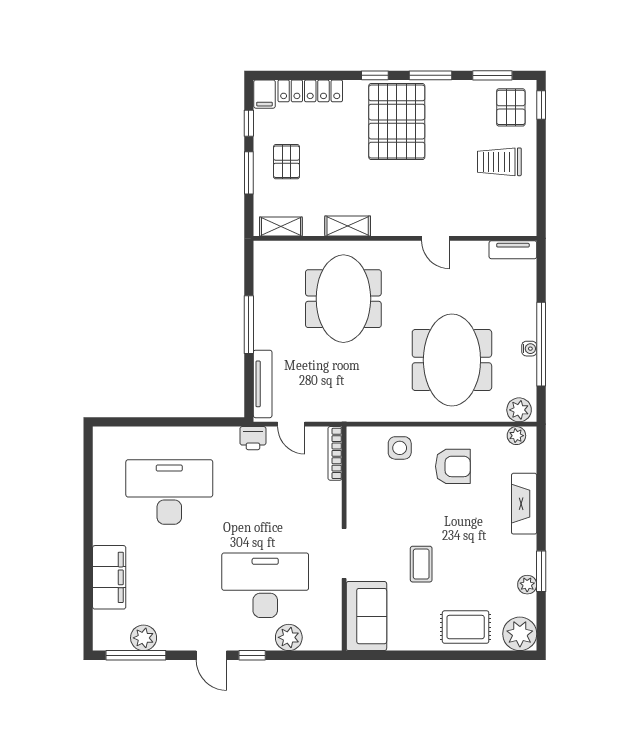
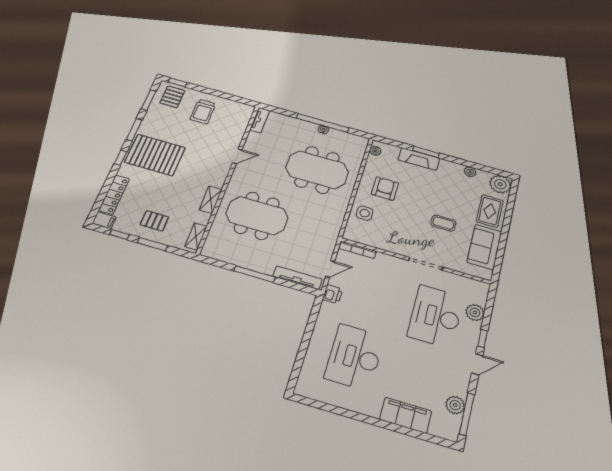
pallet: (511, 107) -> (172, 97), turned 90
plant: (519, 410) -> (360, 145), removed
window: (541, 571) -> (426, 152), moved
sofa: (366, 616) -> (484, 247), moved, turned -90

